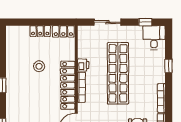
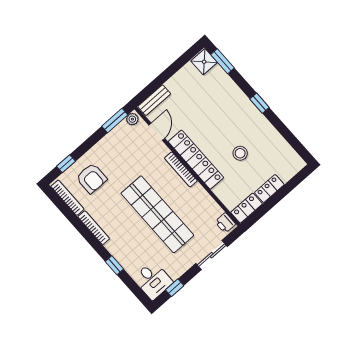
printer: (83, 65) -> (225, 223), moved

